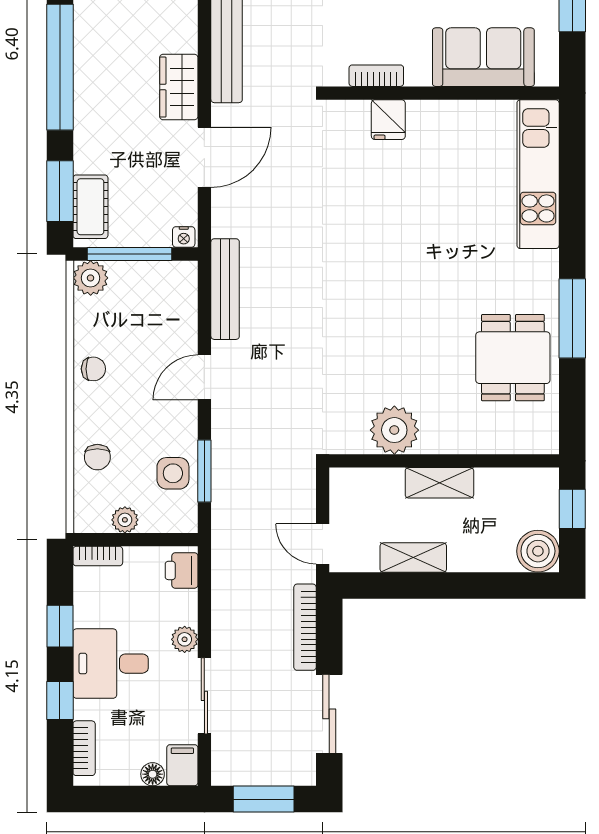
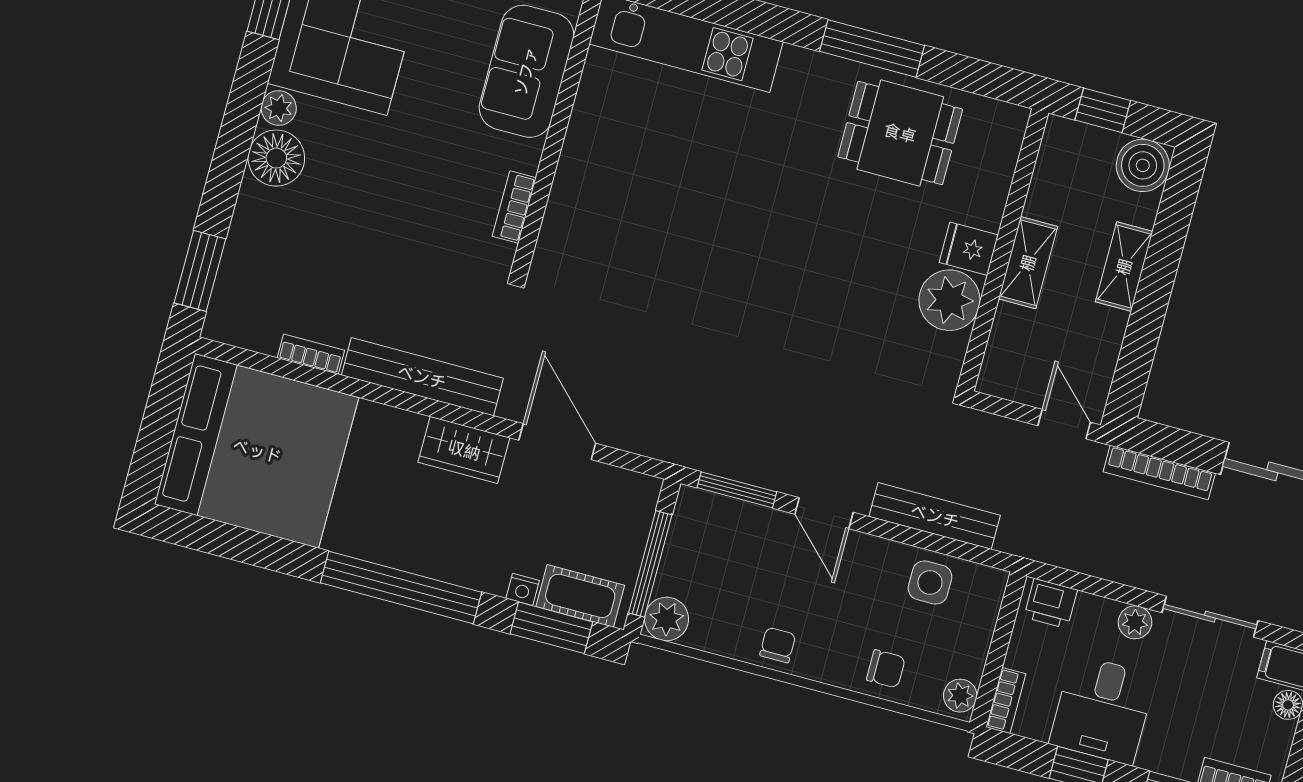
fridge: (388, 120) -> (969, 249), moved, turned 180
nightstand: (184, 237) -> (523, 589), moved, turned 90
bench: (225, 289) -> (935, 516), moved
window: (204, 471) -> (737, 490), moved
plant: (125, 520) -> (960, 696), moved
door: (323, 544) -> (1064, 424), swing flipped
shelving: (413, 558) -> (1124, 267), moved
desk: (111, 664) -> (1102, 710), moved

